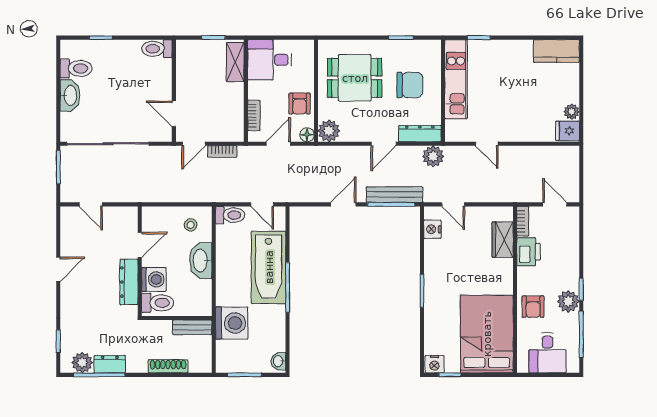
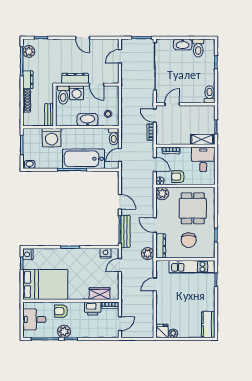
dresser: (110, 364) -> (28, 80), moved

